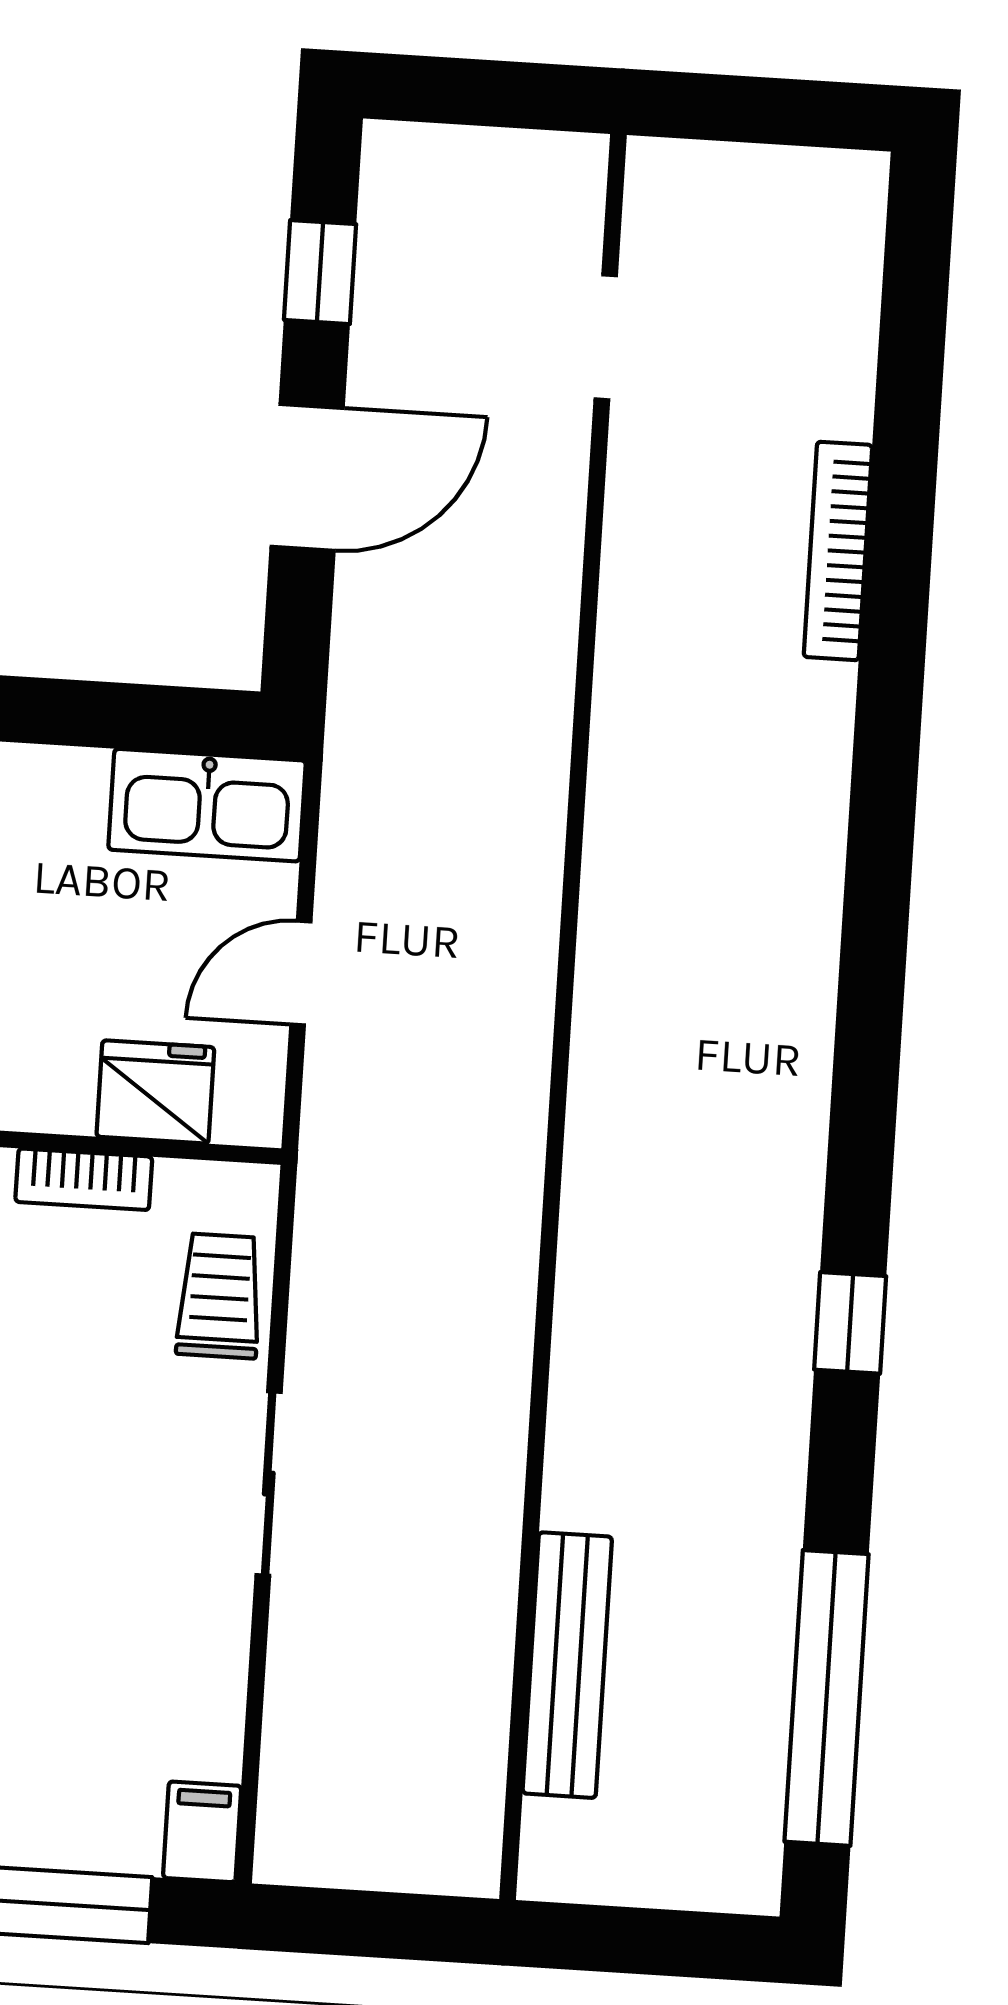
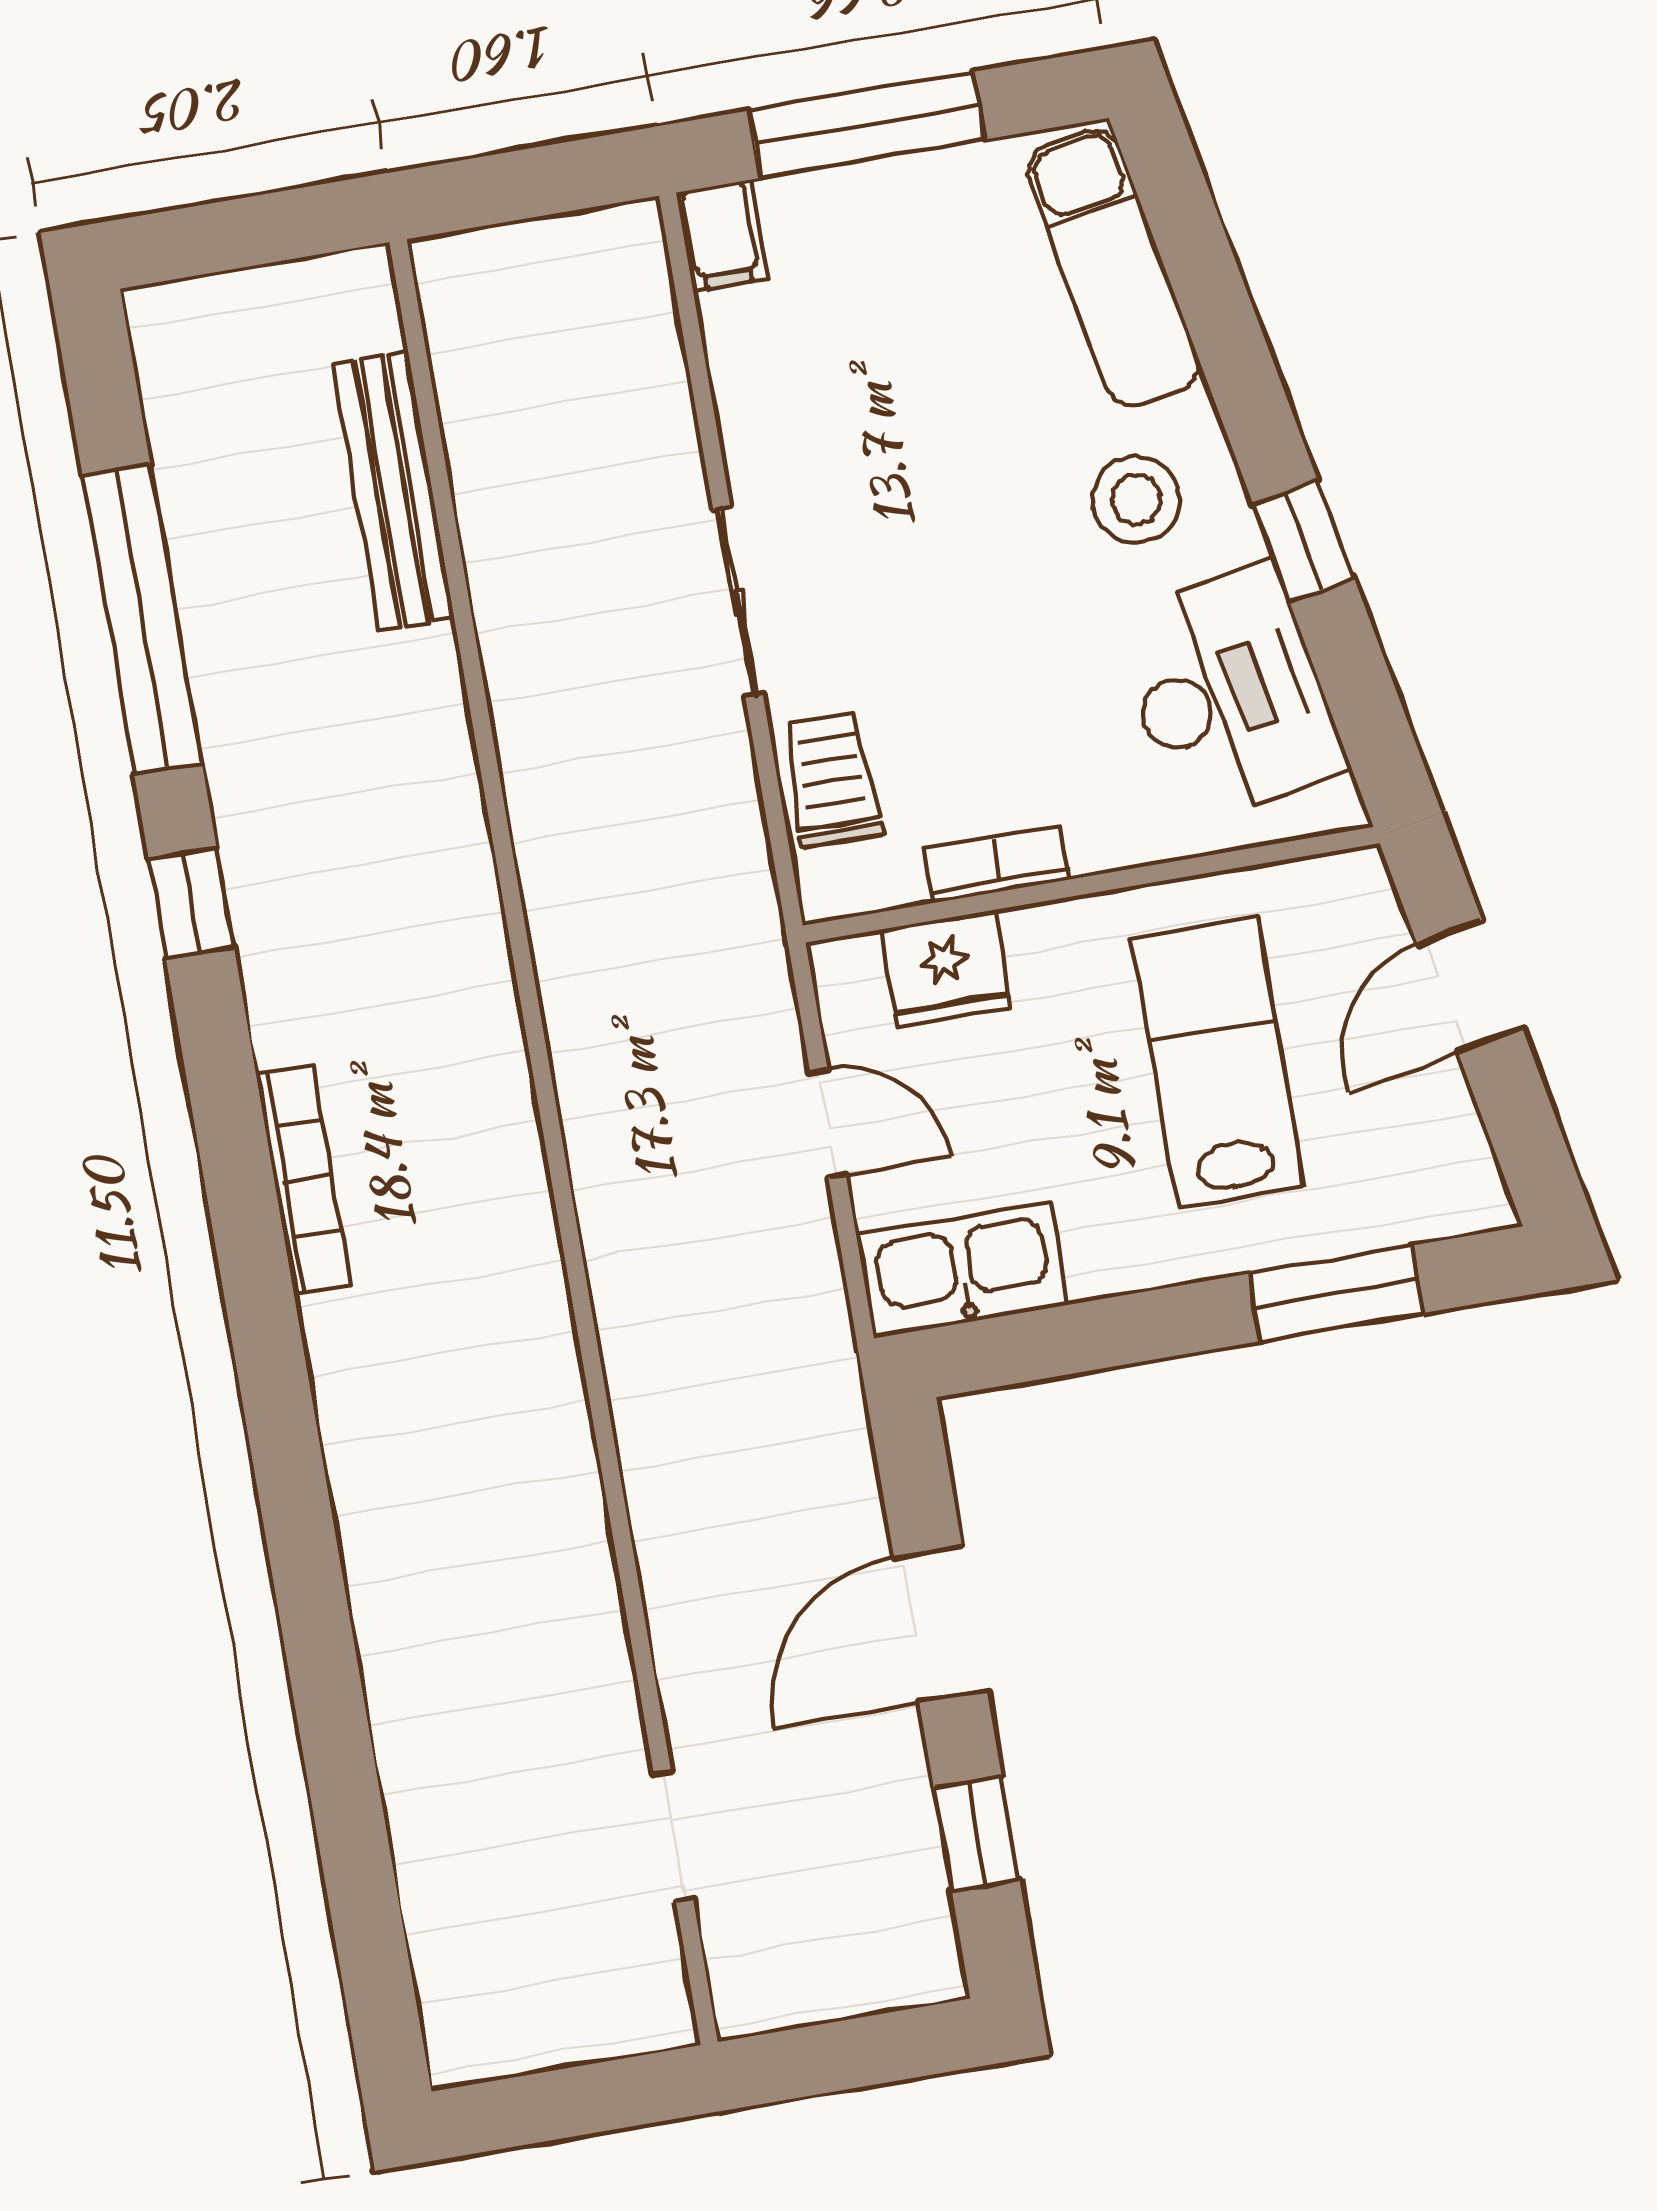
bookcase: (838, 551) -> (303, 1180), moved
door: (301, 973) -> (828, 1124), hinge flipped
trolley: (220, 1296) -> (832, 779), turned 180
window: (827, 1698) -> (142, 620), moved

